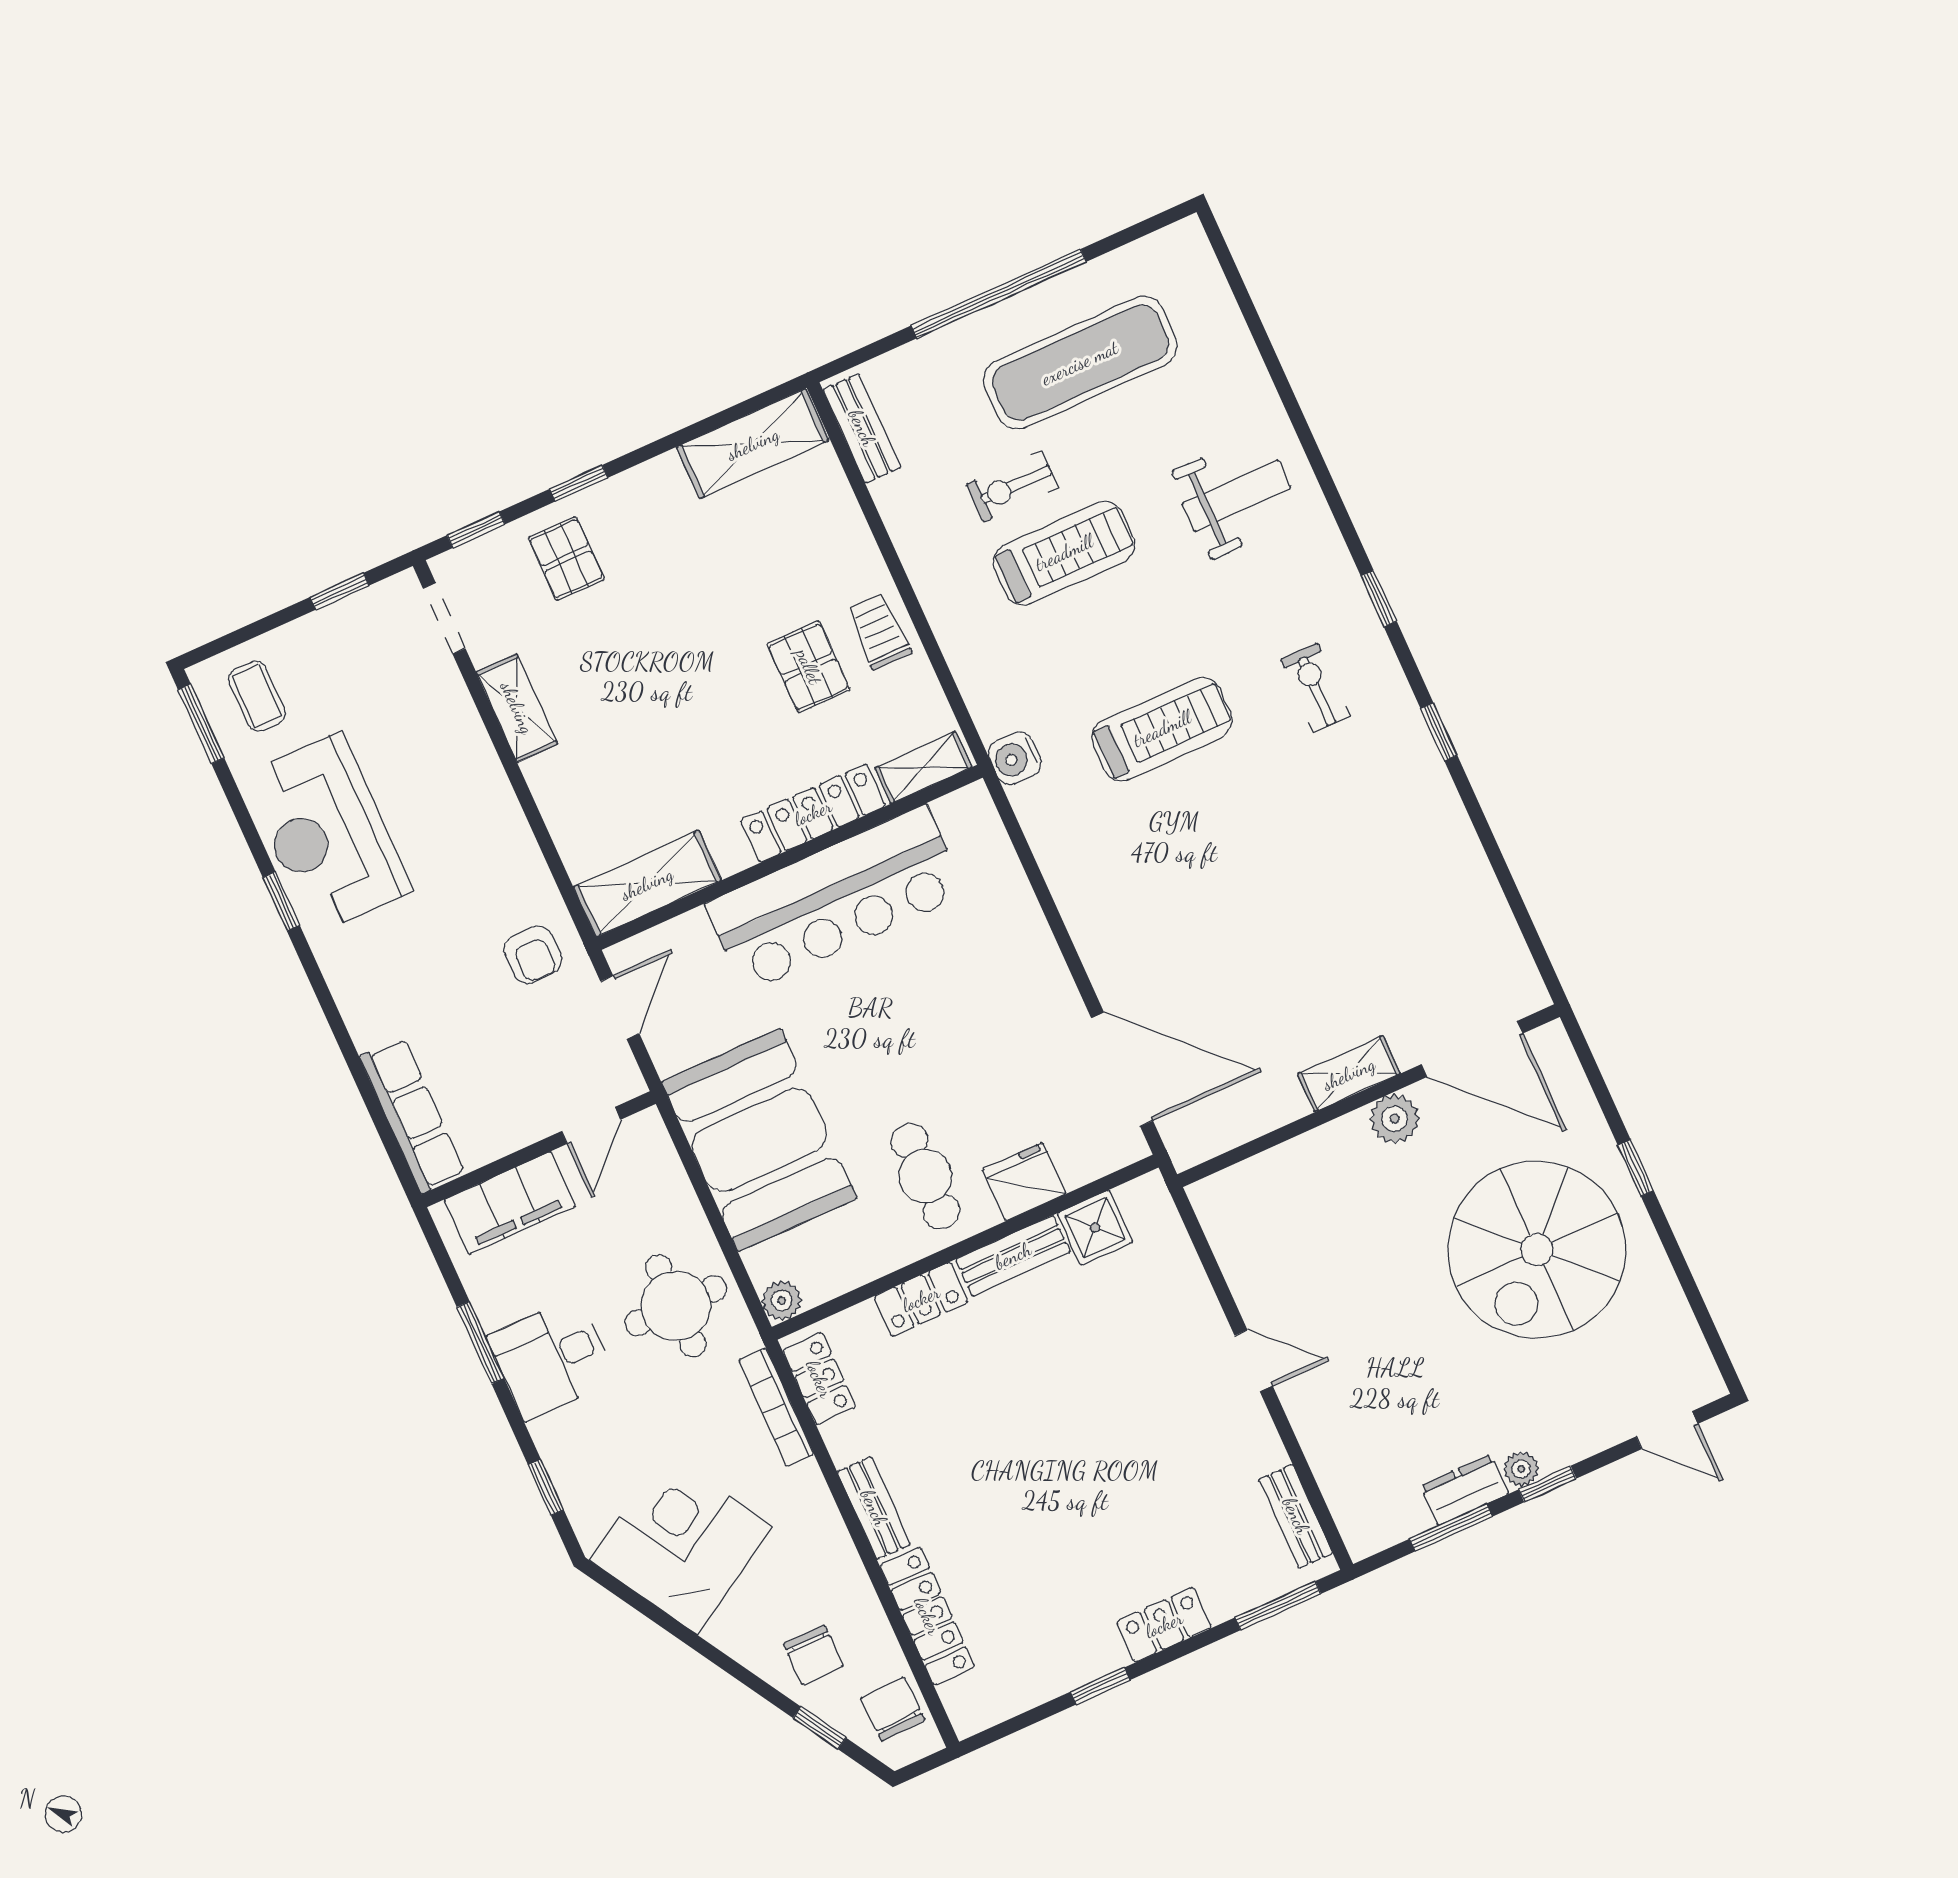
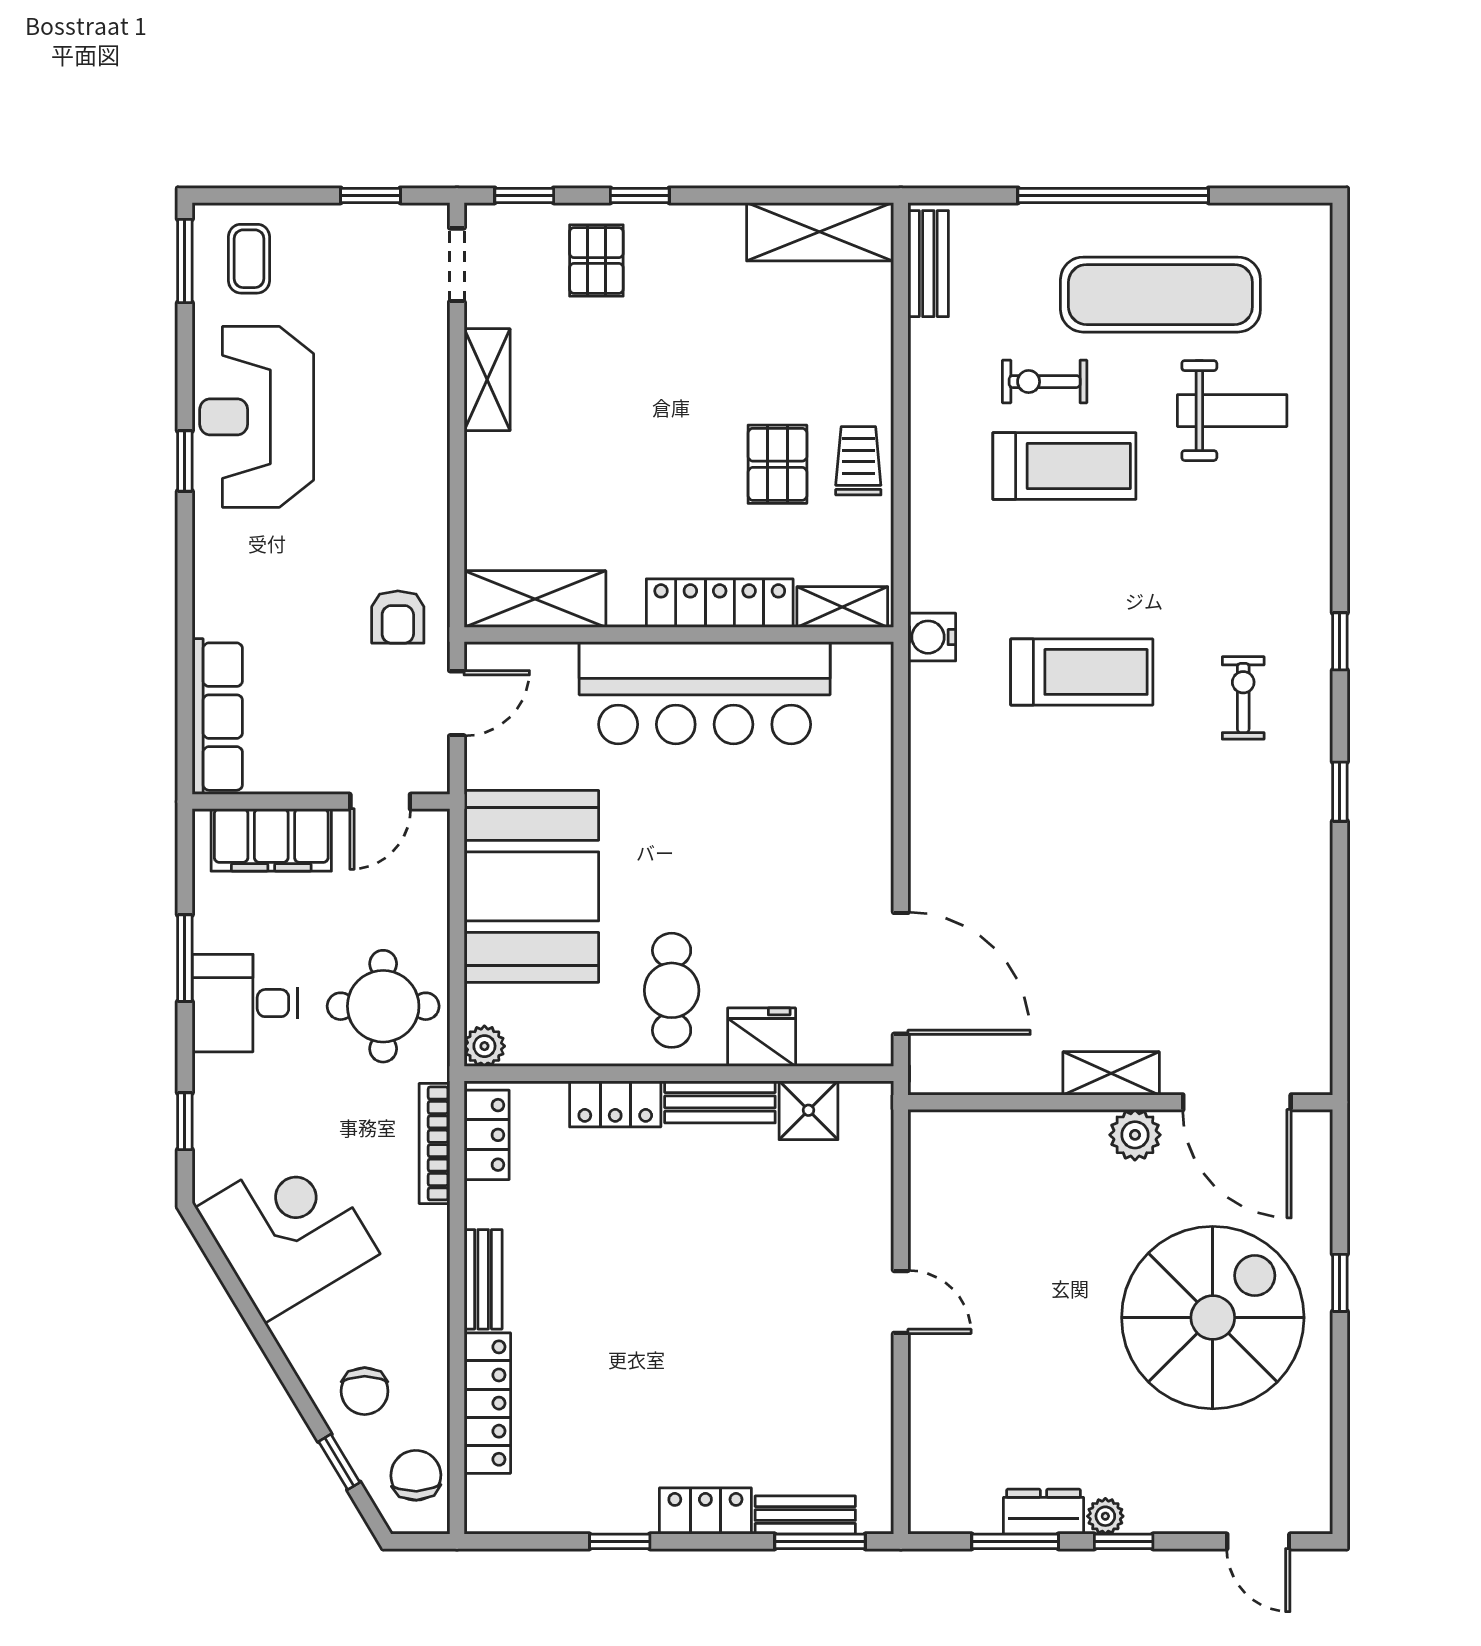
weight bench: (1236, 496) -> (1232, 411), moved
spiral stairs: (1537, 1250) -> (1213, 1318), turned 180
bench: (1296, 1516) -> (805, 1515), moved, turned 90

